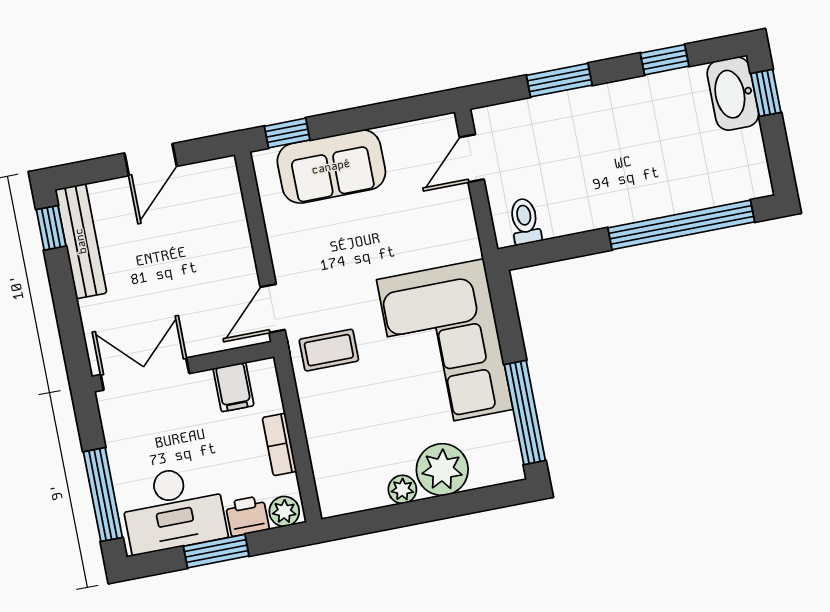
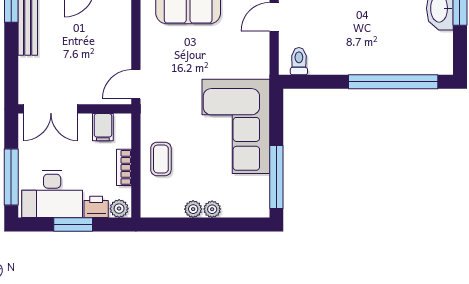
coffee table: (329, 350) -> (161, 159), moved, turned 90
double door: (145, 374) -> (51, 109), swing flipped
plant: (442, 470) -> (212, 209), width x0.53, depth x0.53

